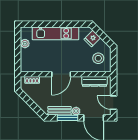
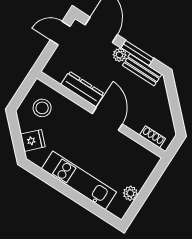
door: (61, 74) -> (107, 119), hinge flipped
dresser: (94, 81) -> (83, 89), moved
door: (114, 103) -> (60, 33), swing flipped

